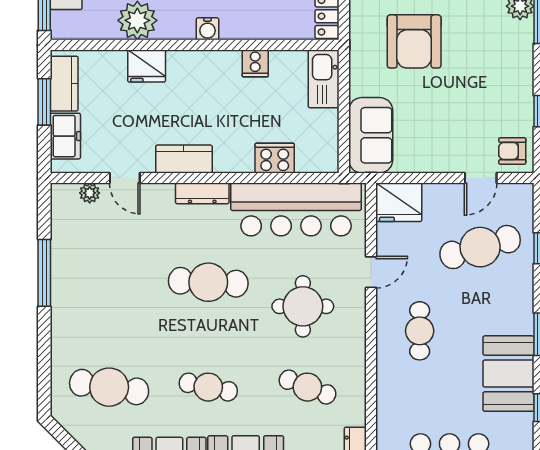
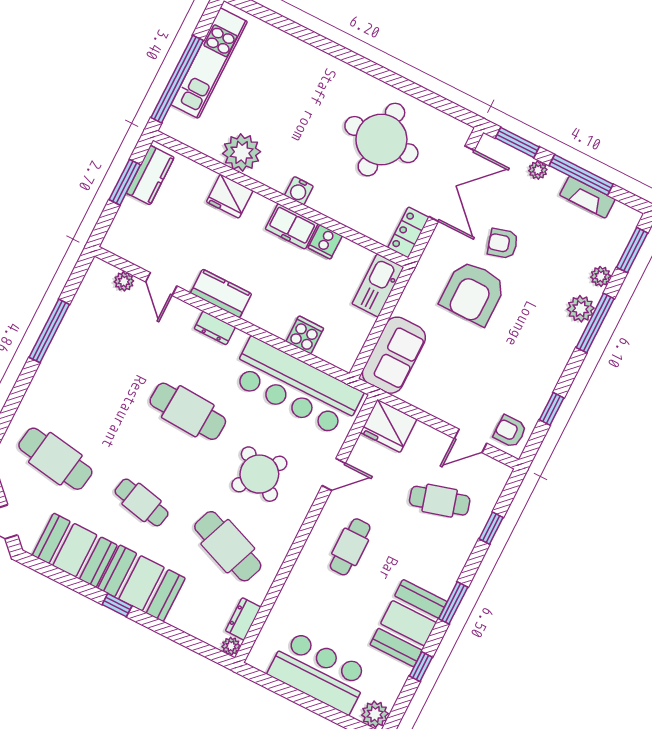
freezer: (65, 136) -> (292, 226), moved, turned 90
cooker: (275, 158) -> (305, 335), width x0.73
dresser: (202, 193) -> (215, 328), width x0.70
cafe table: (480, 247) -> (440, 501), width x0.73, depth x0.74
round table: (303, 306) -> (259, 474), turned 35
cafe table: (307, 387) -> (228, 546), width x1.37, depth x1.35

